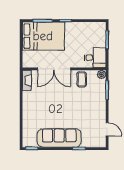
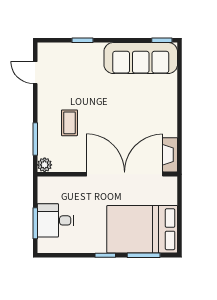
desk: (95, 58) -> (55, 220), moved
double door: (54, 69) -> (125, 174), width x1.36
coffee table: (82, 79) -> (69, 123), moved
sofa: (59, 138) -> (141, 58), moved

